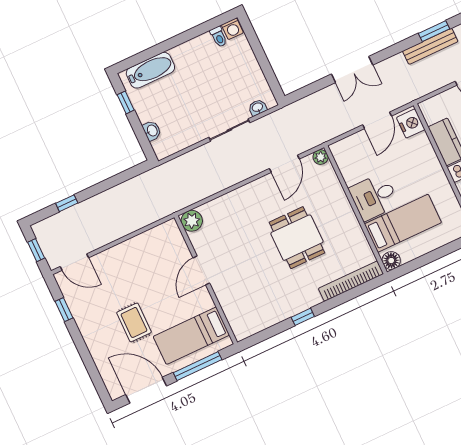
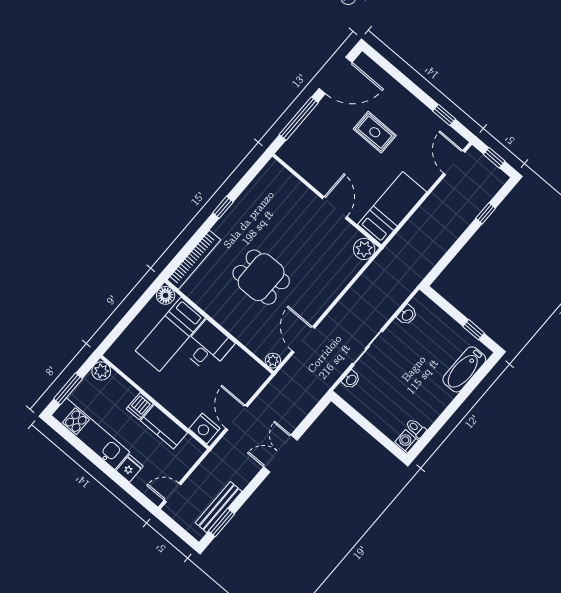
washbasin: (152, 131) -> (407, 315), moved, turned -90
door: (74, 262) -> (454, 163), hinge flipped
bed: (191, 336) -> (392, 208), moved

